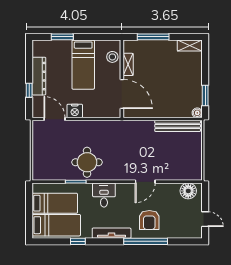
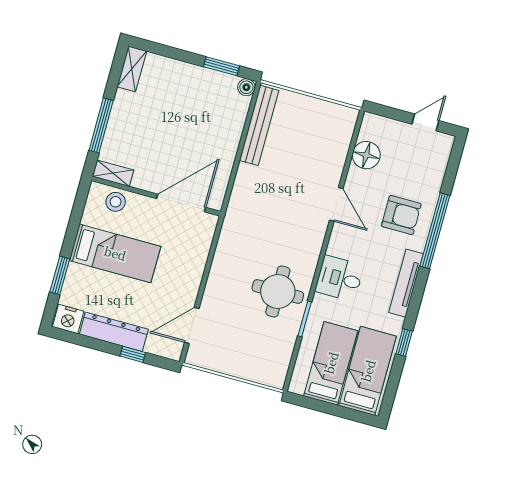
shelving: (128, 64) -> (113, 173), moved
nightstand: (75, 111) -> (68, 319), moved, turned 90
floor lamp: (188, 191) -> (366, 155), moved

